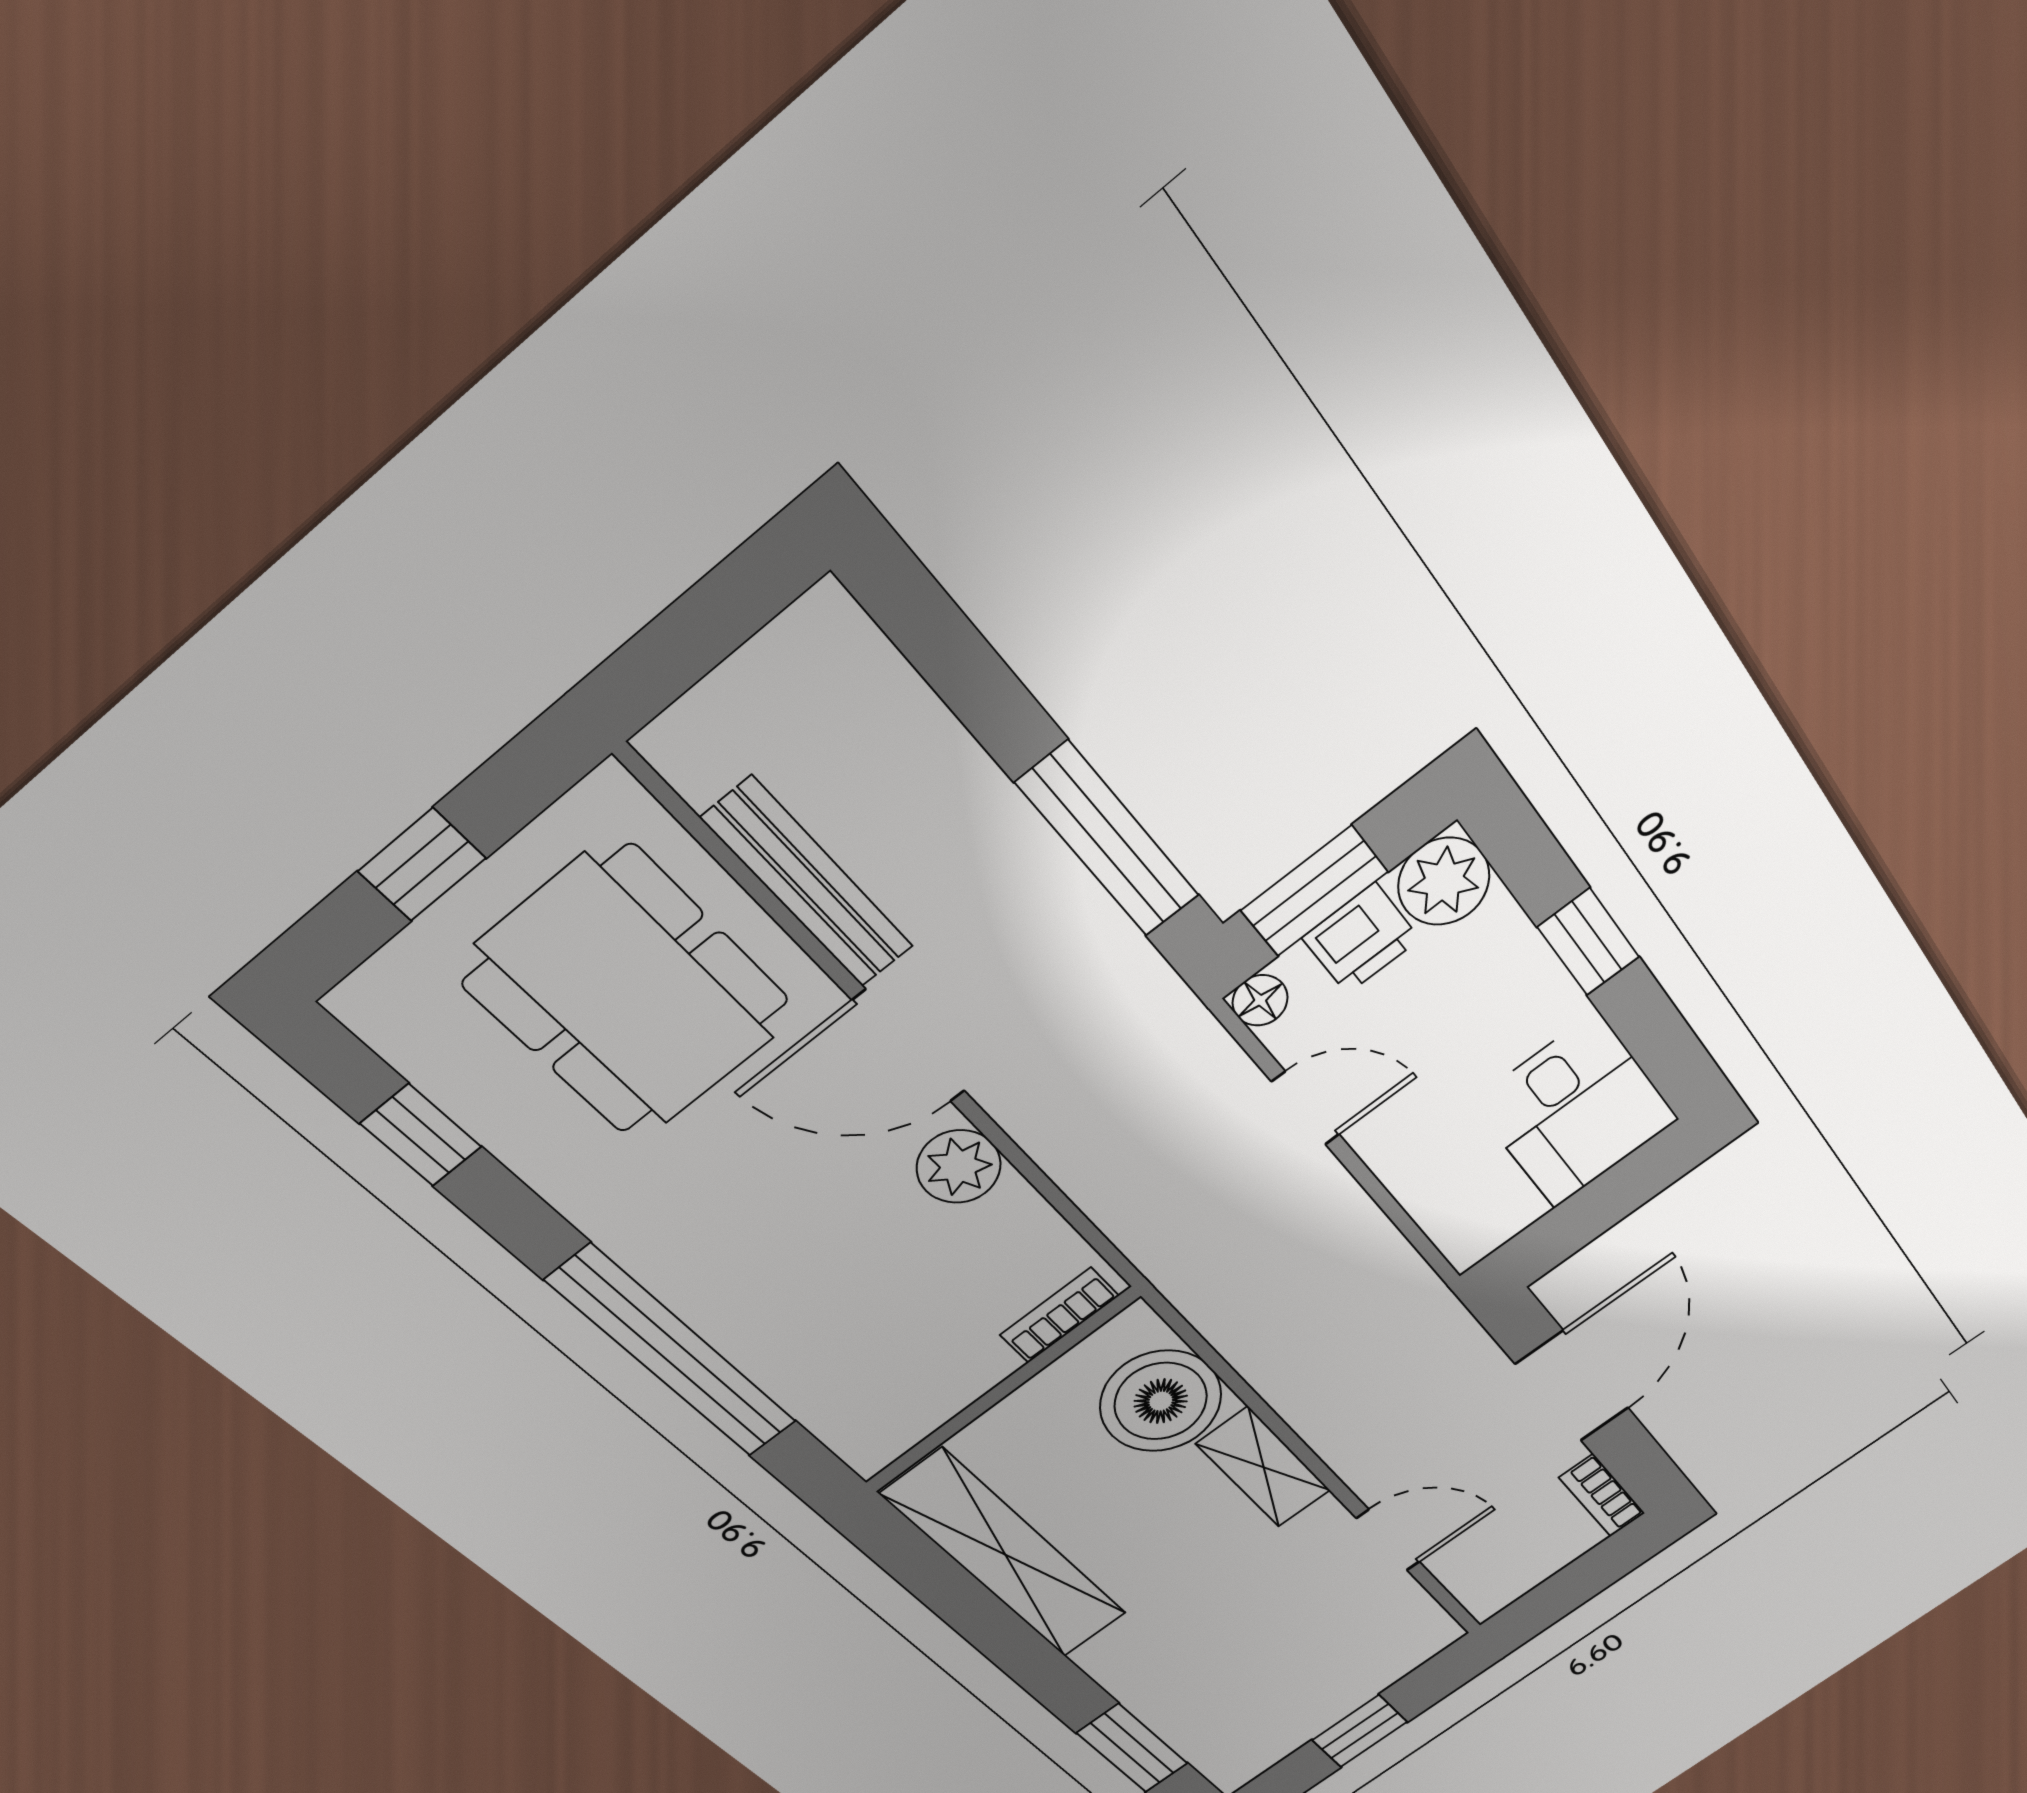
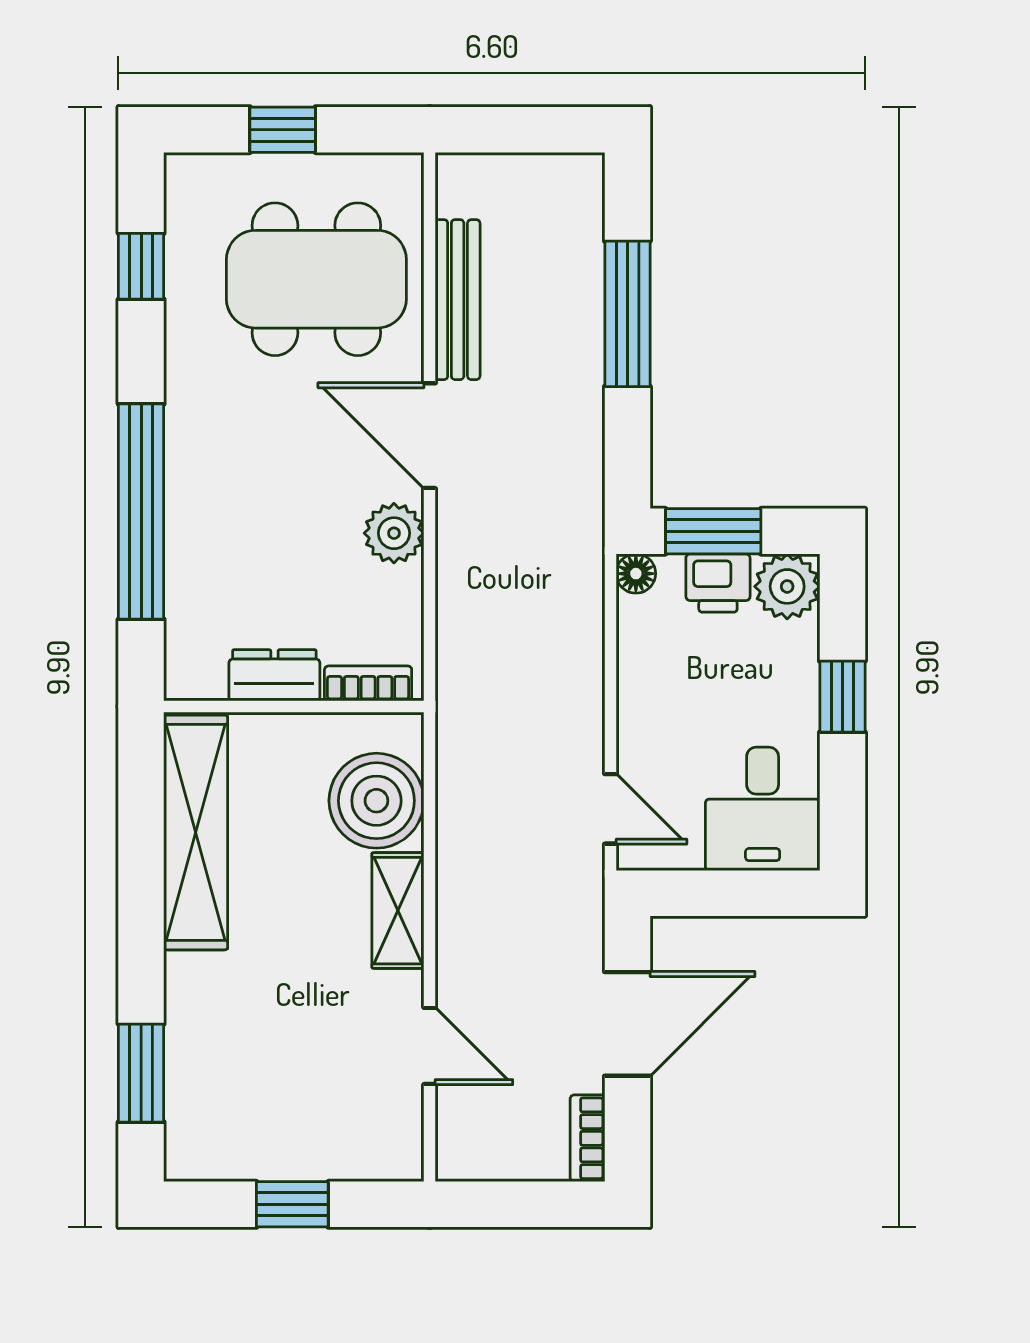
window: (1108, 840) -> (627, 314), moved
dining table: (627, 992) -> (316, 279), turned 90
door: (1306, 1108) -> (611, 809), moved
dresser: (956, 1381) -> (274, 675), added

